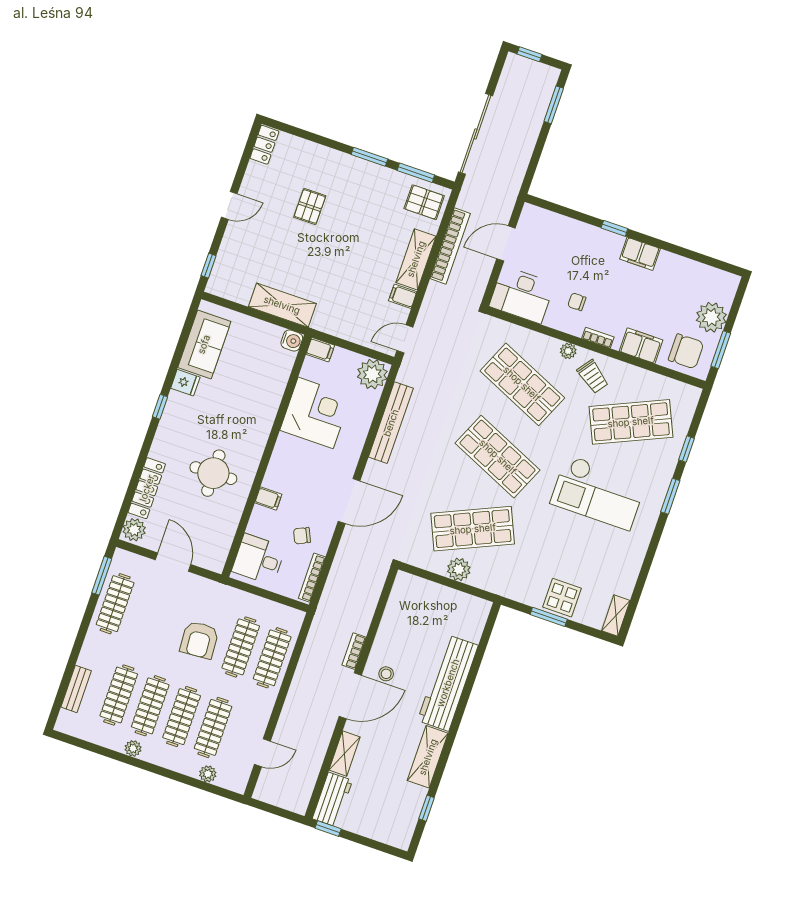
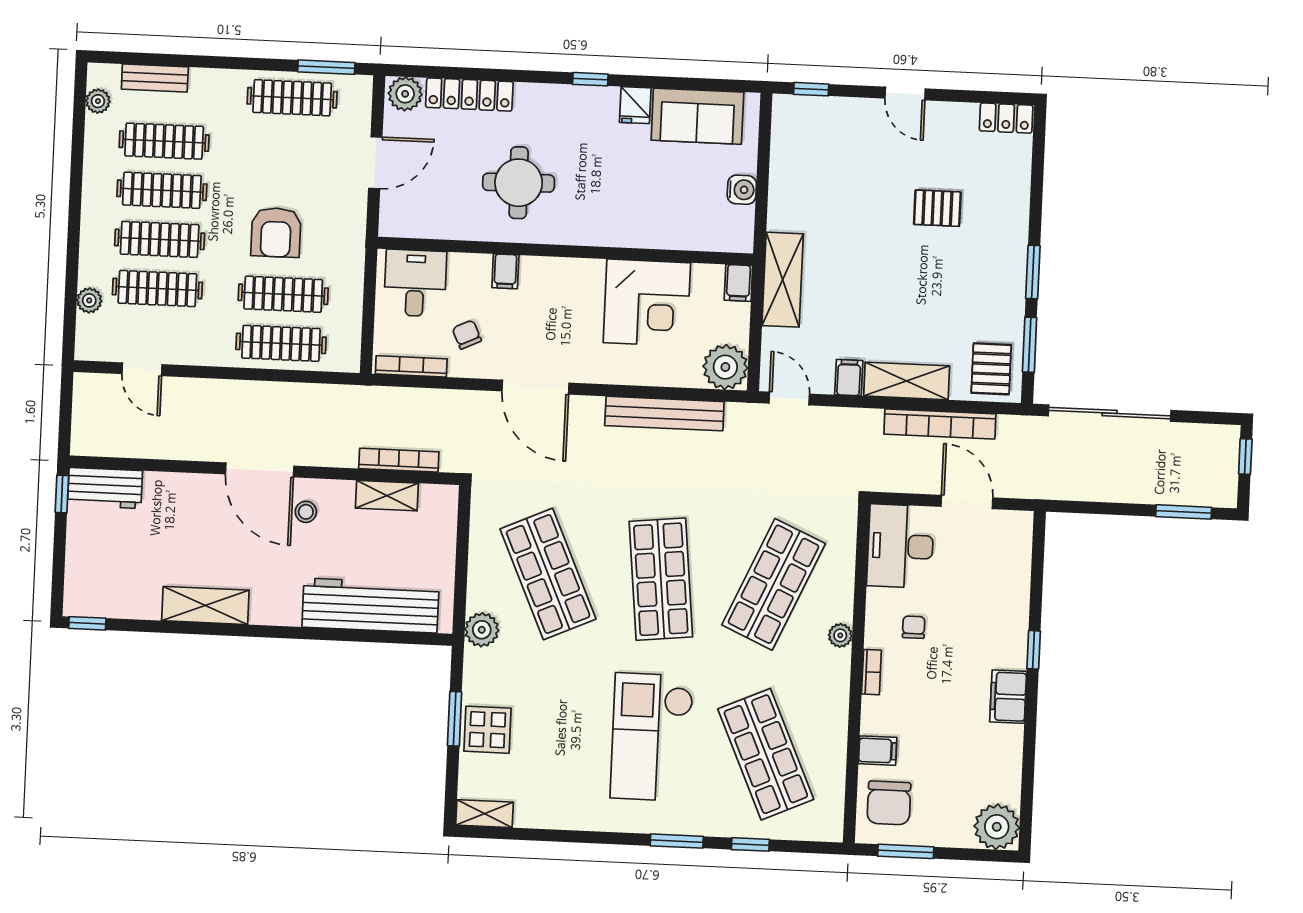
shelving: (282, 305) -> (783, 280), moved
plant: (711, 317) -> (997, 827), moved
water cooler: (292, 341) -> (742, 190), moved, turned -90
filing cabinet: (641, 346) -> (878, 751), width x0.50
trolley: (593, 376) -> (814, 681), removed
shop shelf: (498, 457) -> (661, 579), turned -30
plant: (459, 569) -> (482, 630), moved
armchair: (199, 640) -> (276, 232), turned -86
bookcase: (354, 651) -> (399, 460), moved, width x1.56
workbench: (448, 683) -> (371, 606), moved
plant: (133, 748) -> (98, 101), moved
shelving: (345, 754) -> (387, 496), moved
window: (427, 808) -> (87, 623), moved

